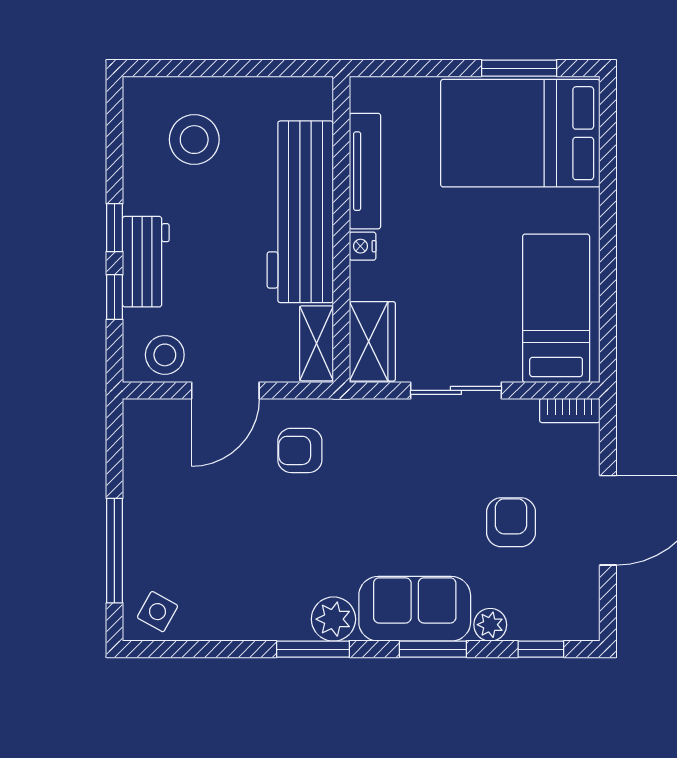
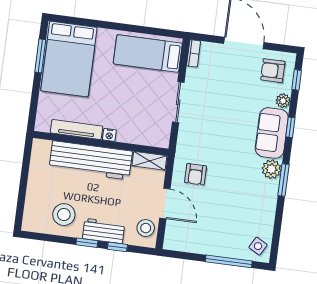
stool: (194, 140) -> (64, 215), moved
wardrobe: (372, 341) -> (152, 136), removed
armchair: (511, 522) -> (273, 71), moved
window: (433, 649) -> (290, 127), width x0.67

